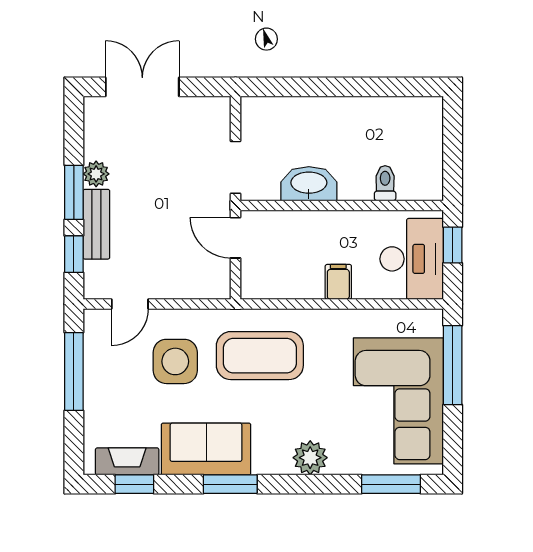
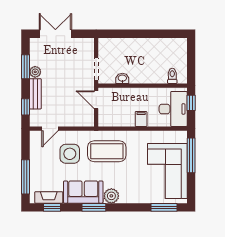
toilet: (385, 183) -> (172, 76), moved
washbasin: (309, 184) -> (122, 78), width x0.52, depth x0.69
window: (74, 192) -> (25, 67), moved
window: (74, 371) -> (25, 177), moved
plant: (310, 458) -> (111, 196), moved

